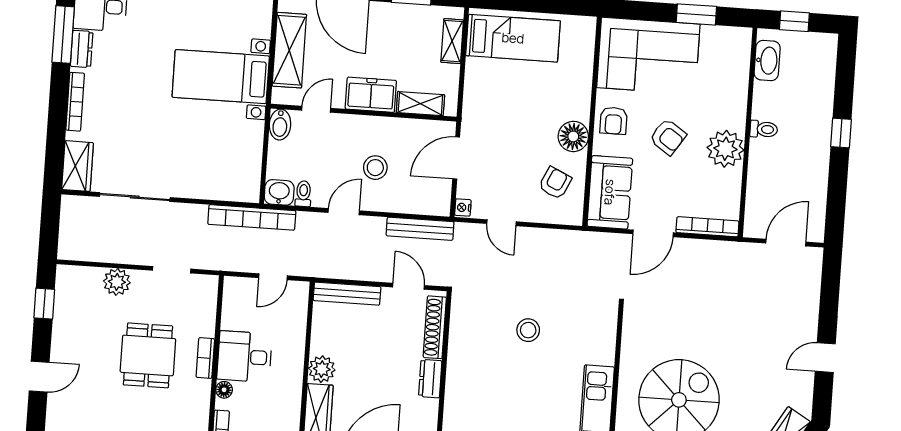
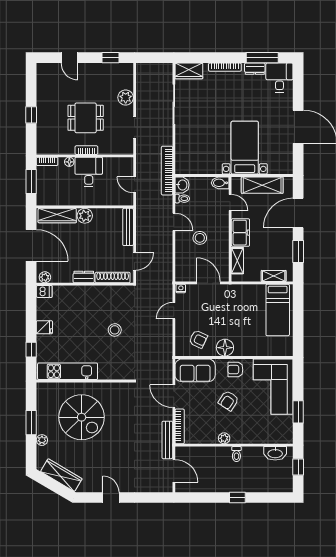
plant: (725, 149) -> (224, 438), width x0.53, depth x0.53
bench: (420, 229) -> (167, 440), moved

